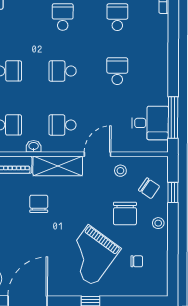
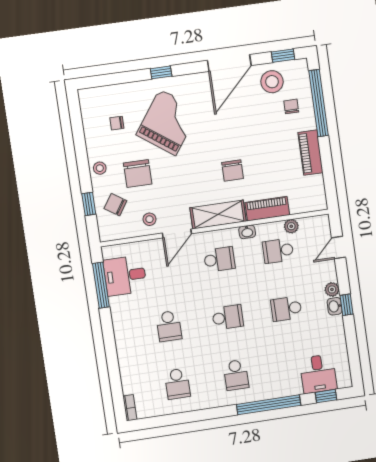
chair: (125, 213) -> (138, 173), turned 180

